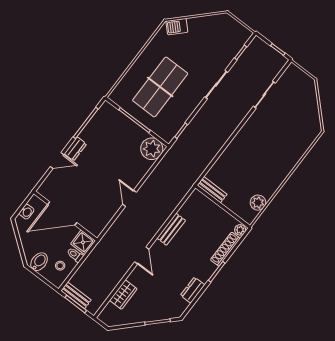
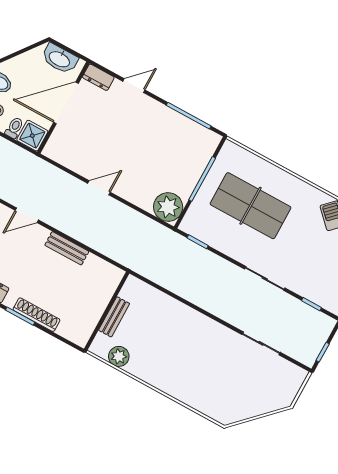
dresser: (75, 149) -> (98, 77), moved
door: (57, 161) -> (134, 86), swing flipped
bench: (212, 190) -> (114, 317), moved
washbasin: (27, 212) -> (60, 59), width x1.91, depth x1.45
door: (62, 213) -> (66, 103), hinge flipped
plant: (240, 230) -> (80, 338), removed
shoe rack: (225, 249) -> (36, 315), moved

